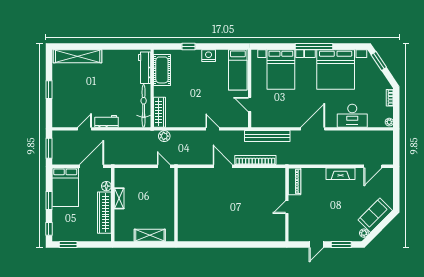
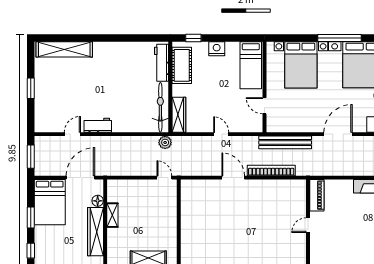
workbench: (145, 68) -> (162, 63), moved
cot: (162, 70) -> (182, 65), moved
wall: (152, 88) -> (170, 87), moved
bicycle: (144, 106) -> (160, 107), moved
wardrobe: (160, 112) -> (179, 115), moved

